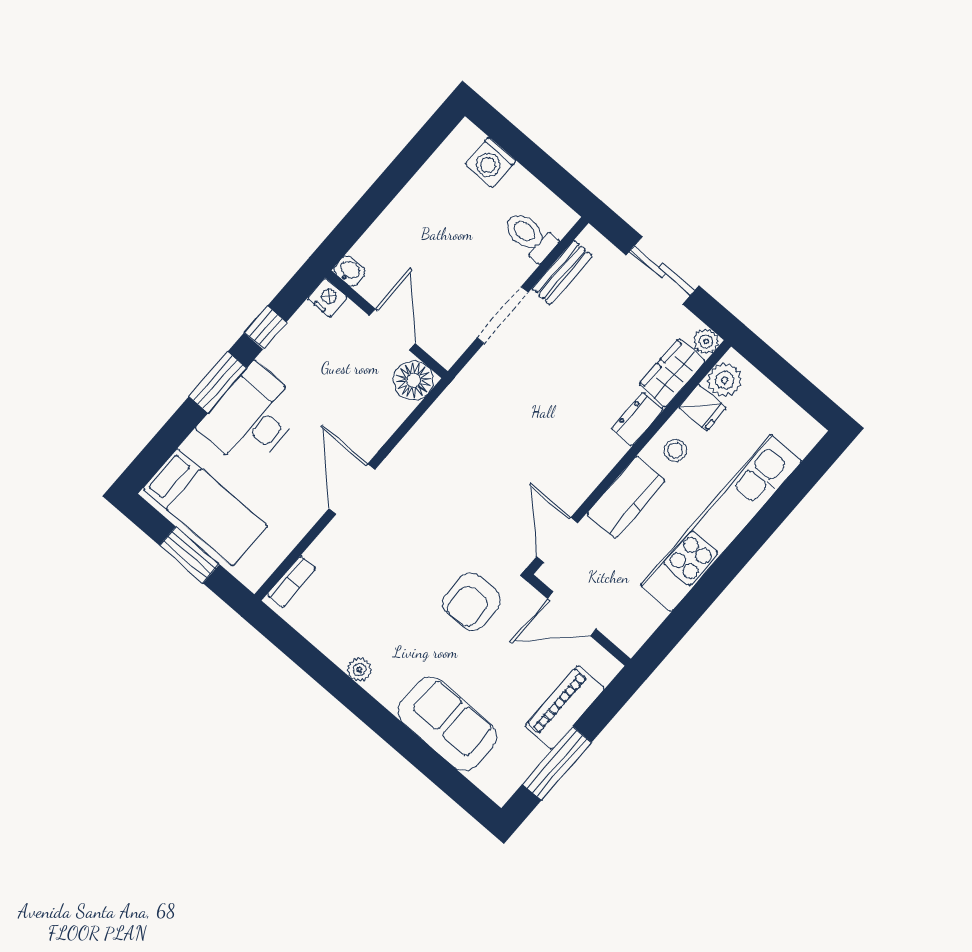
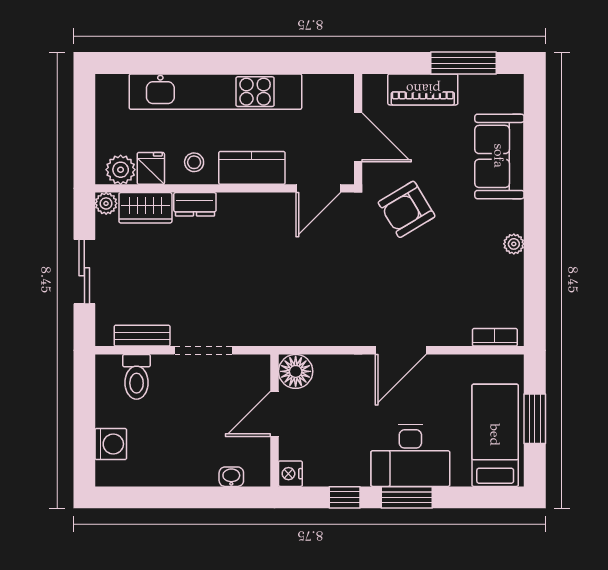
washbasin: (349, 271) -> (231, 477), moved, turned 90
armchair: (472, 602) -> (407, 209), turned 149

